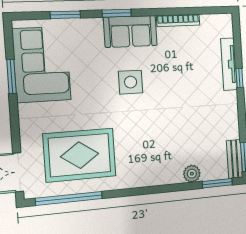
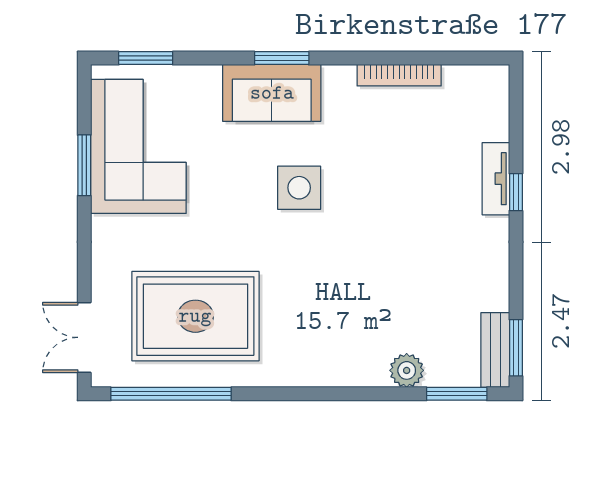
window: (65, 15) -> (146, 58), moved
sofa: (130, 31) -> (272, 93), moved
tv unit: (229, 64) -> (496, 179), width x0.71

